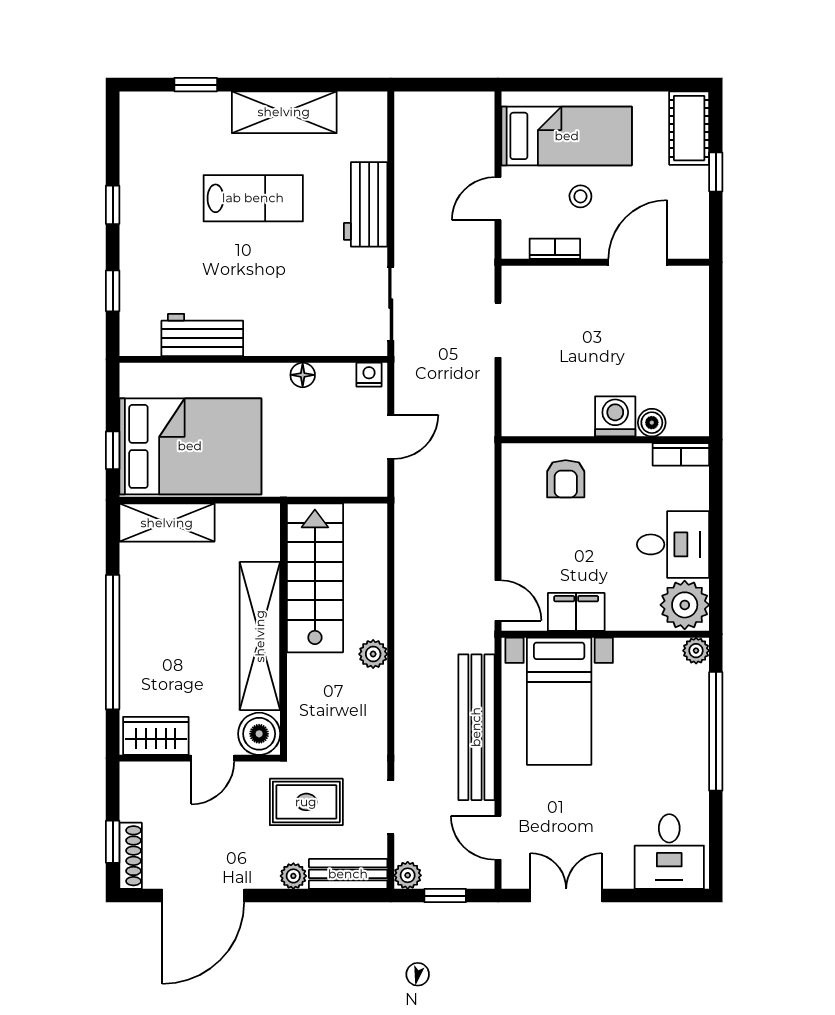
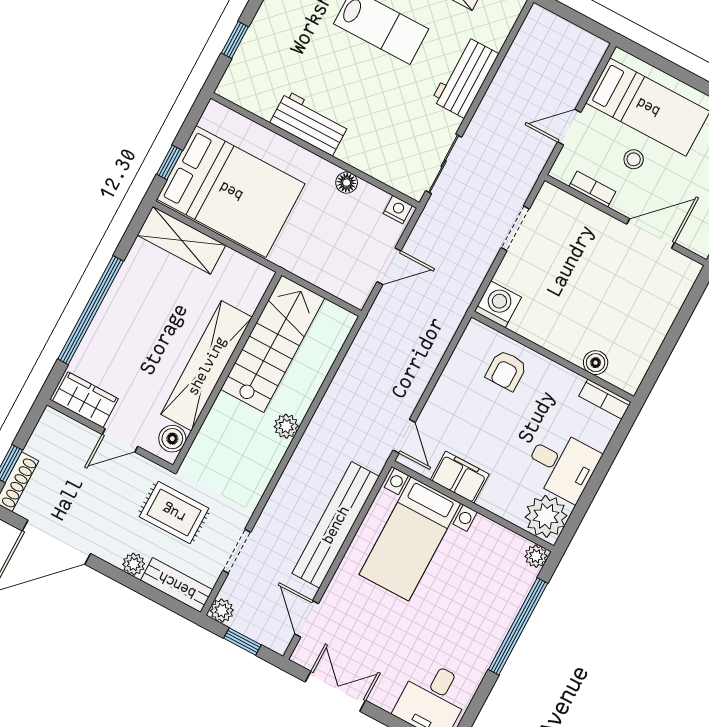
workbench: (202, 335) -> (310, 123), moved
washing machine: (615, 416) -> (498, 304), moved
boiler: (259, 734) -> (172, 439), width x0.73, depth x0.73

